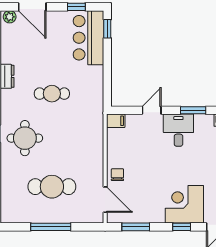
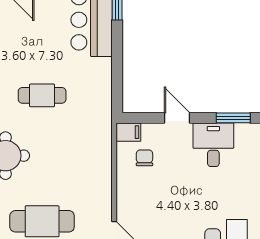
door: (152, 110) -> (177, 118), hinge flipped
chair: (117, 175) -> (144, 158), moved

